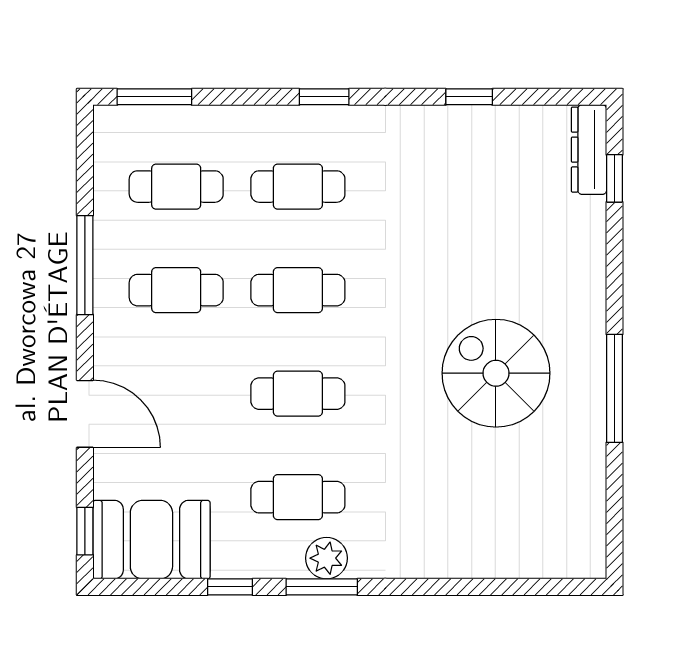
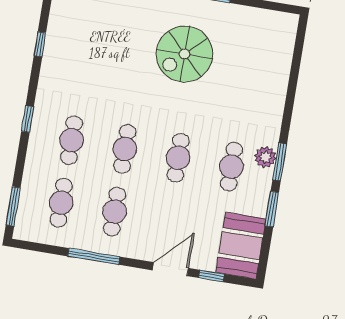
window: (85, 531) -> (211, 276), moved
window: (230, 587) -> (272, 209), width x1.50

